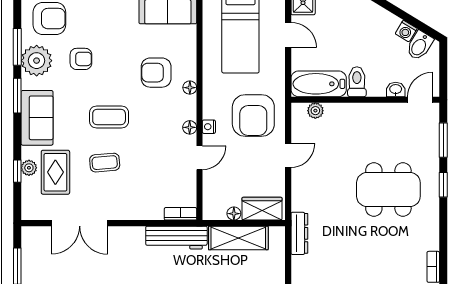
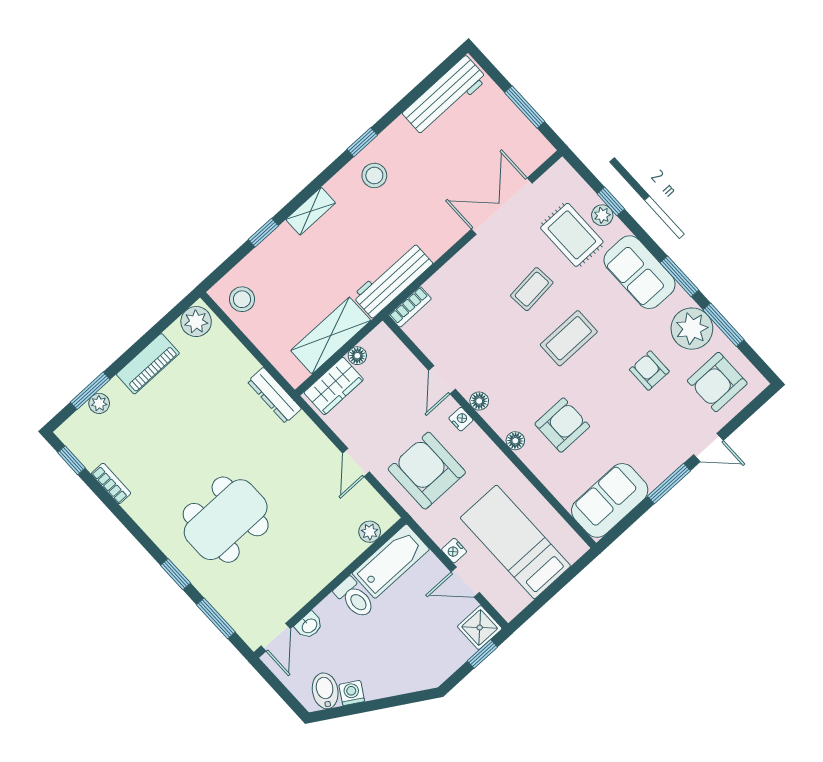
nightstand: (278, 58) -> (454, 551), added
armchair: (81, 59) -> (649, 370), turned 90

